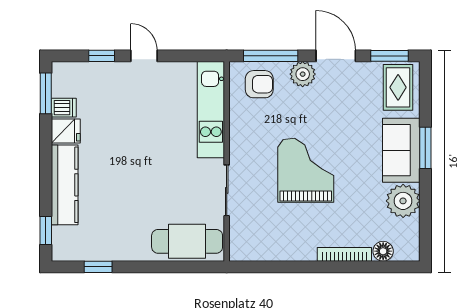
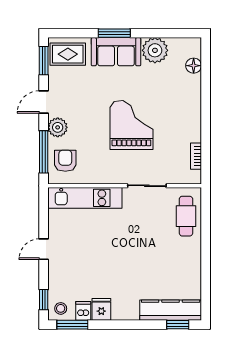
window: (102, 56) -> (44, 300), moved
door: (336, 56) -> (44, 102), width x0.73
stool: (67, 78) -> (61, 308), added
grand piano: (306, 170) -> (131, 125), turned 90
kitchen counter: (65, 185) -> (171, 310), moved
cafe table: (187, 241) -> (186, 216), width x0.73, depth x0.74
bookcase: (344, 254) -> (196, 156), moved, width x0.64
window: (98, 267) -> (206, 284), removed

